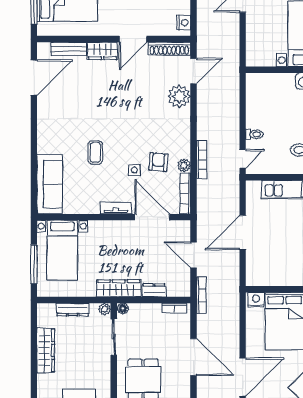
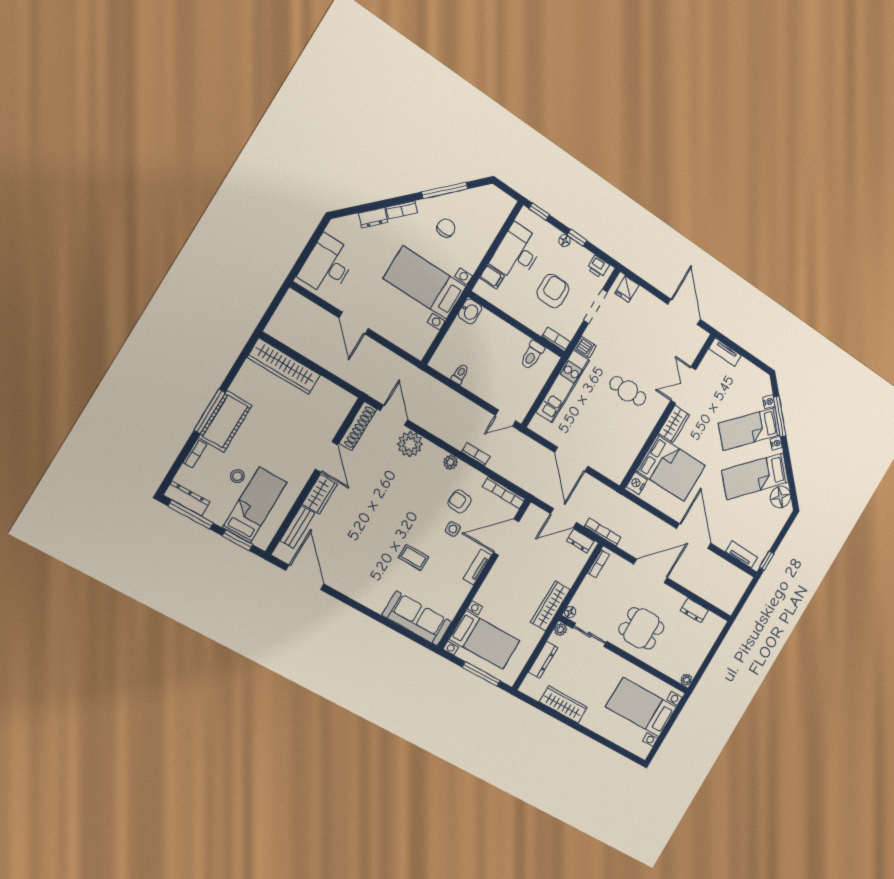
nightstand: (184, 23) -> (341, 397), removed
toilet: (254, 134) -> (460, 374), moved
door: (243, 159) -> (505, 418), swing flipped
bookcase: (202, 160) -> (476, 454), width x0.64
plant: (184, 165) -> (451, 462), moved
dresser: (154, 290) -> (581, 541), moved, turned -90

